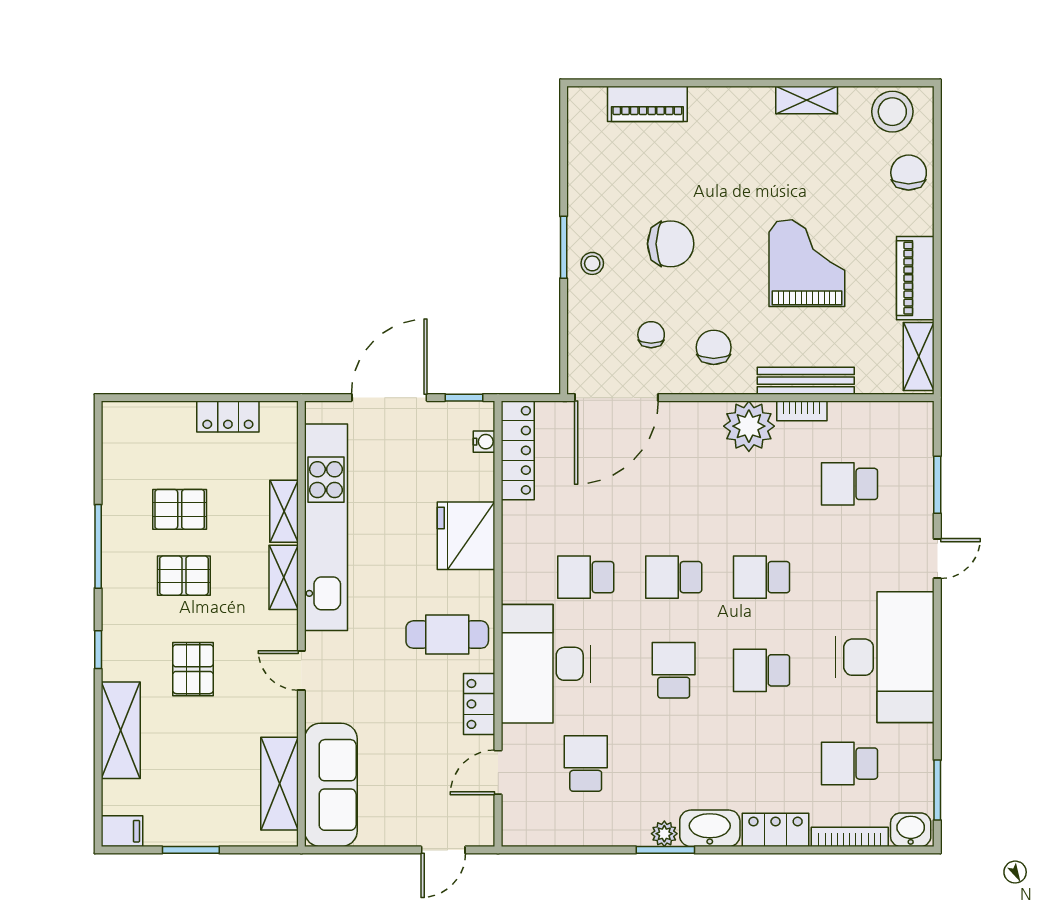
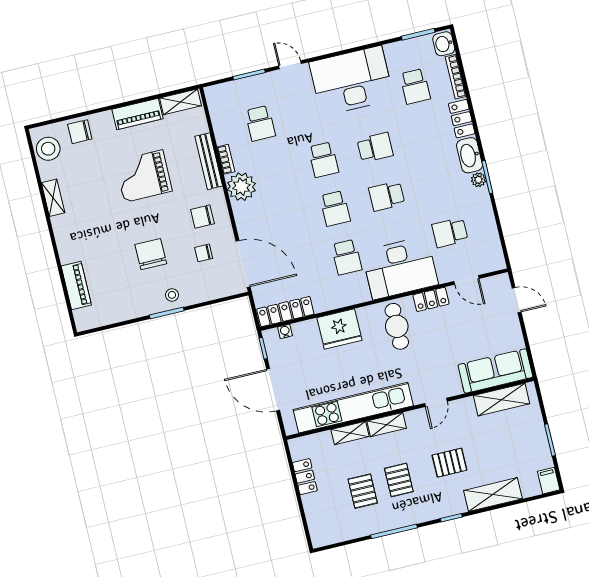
school desk: (762, 670) -> (375, 147), turned -90

